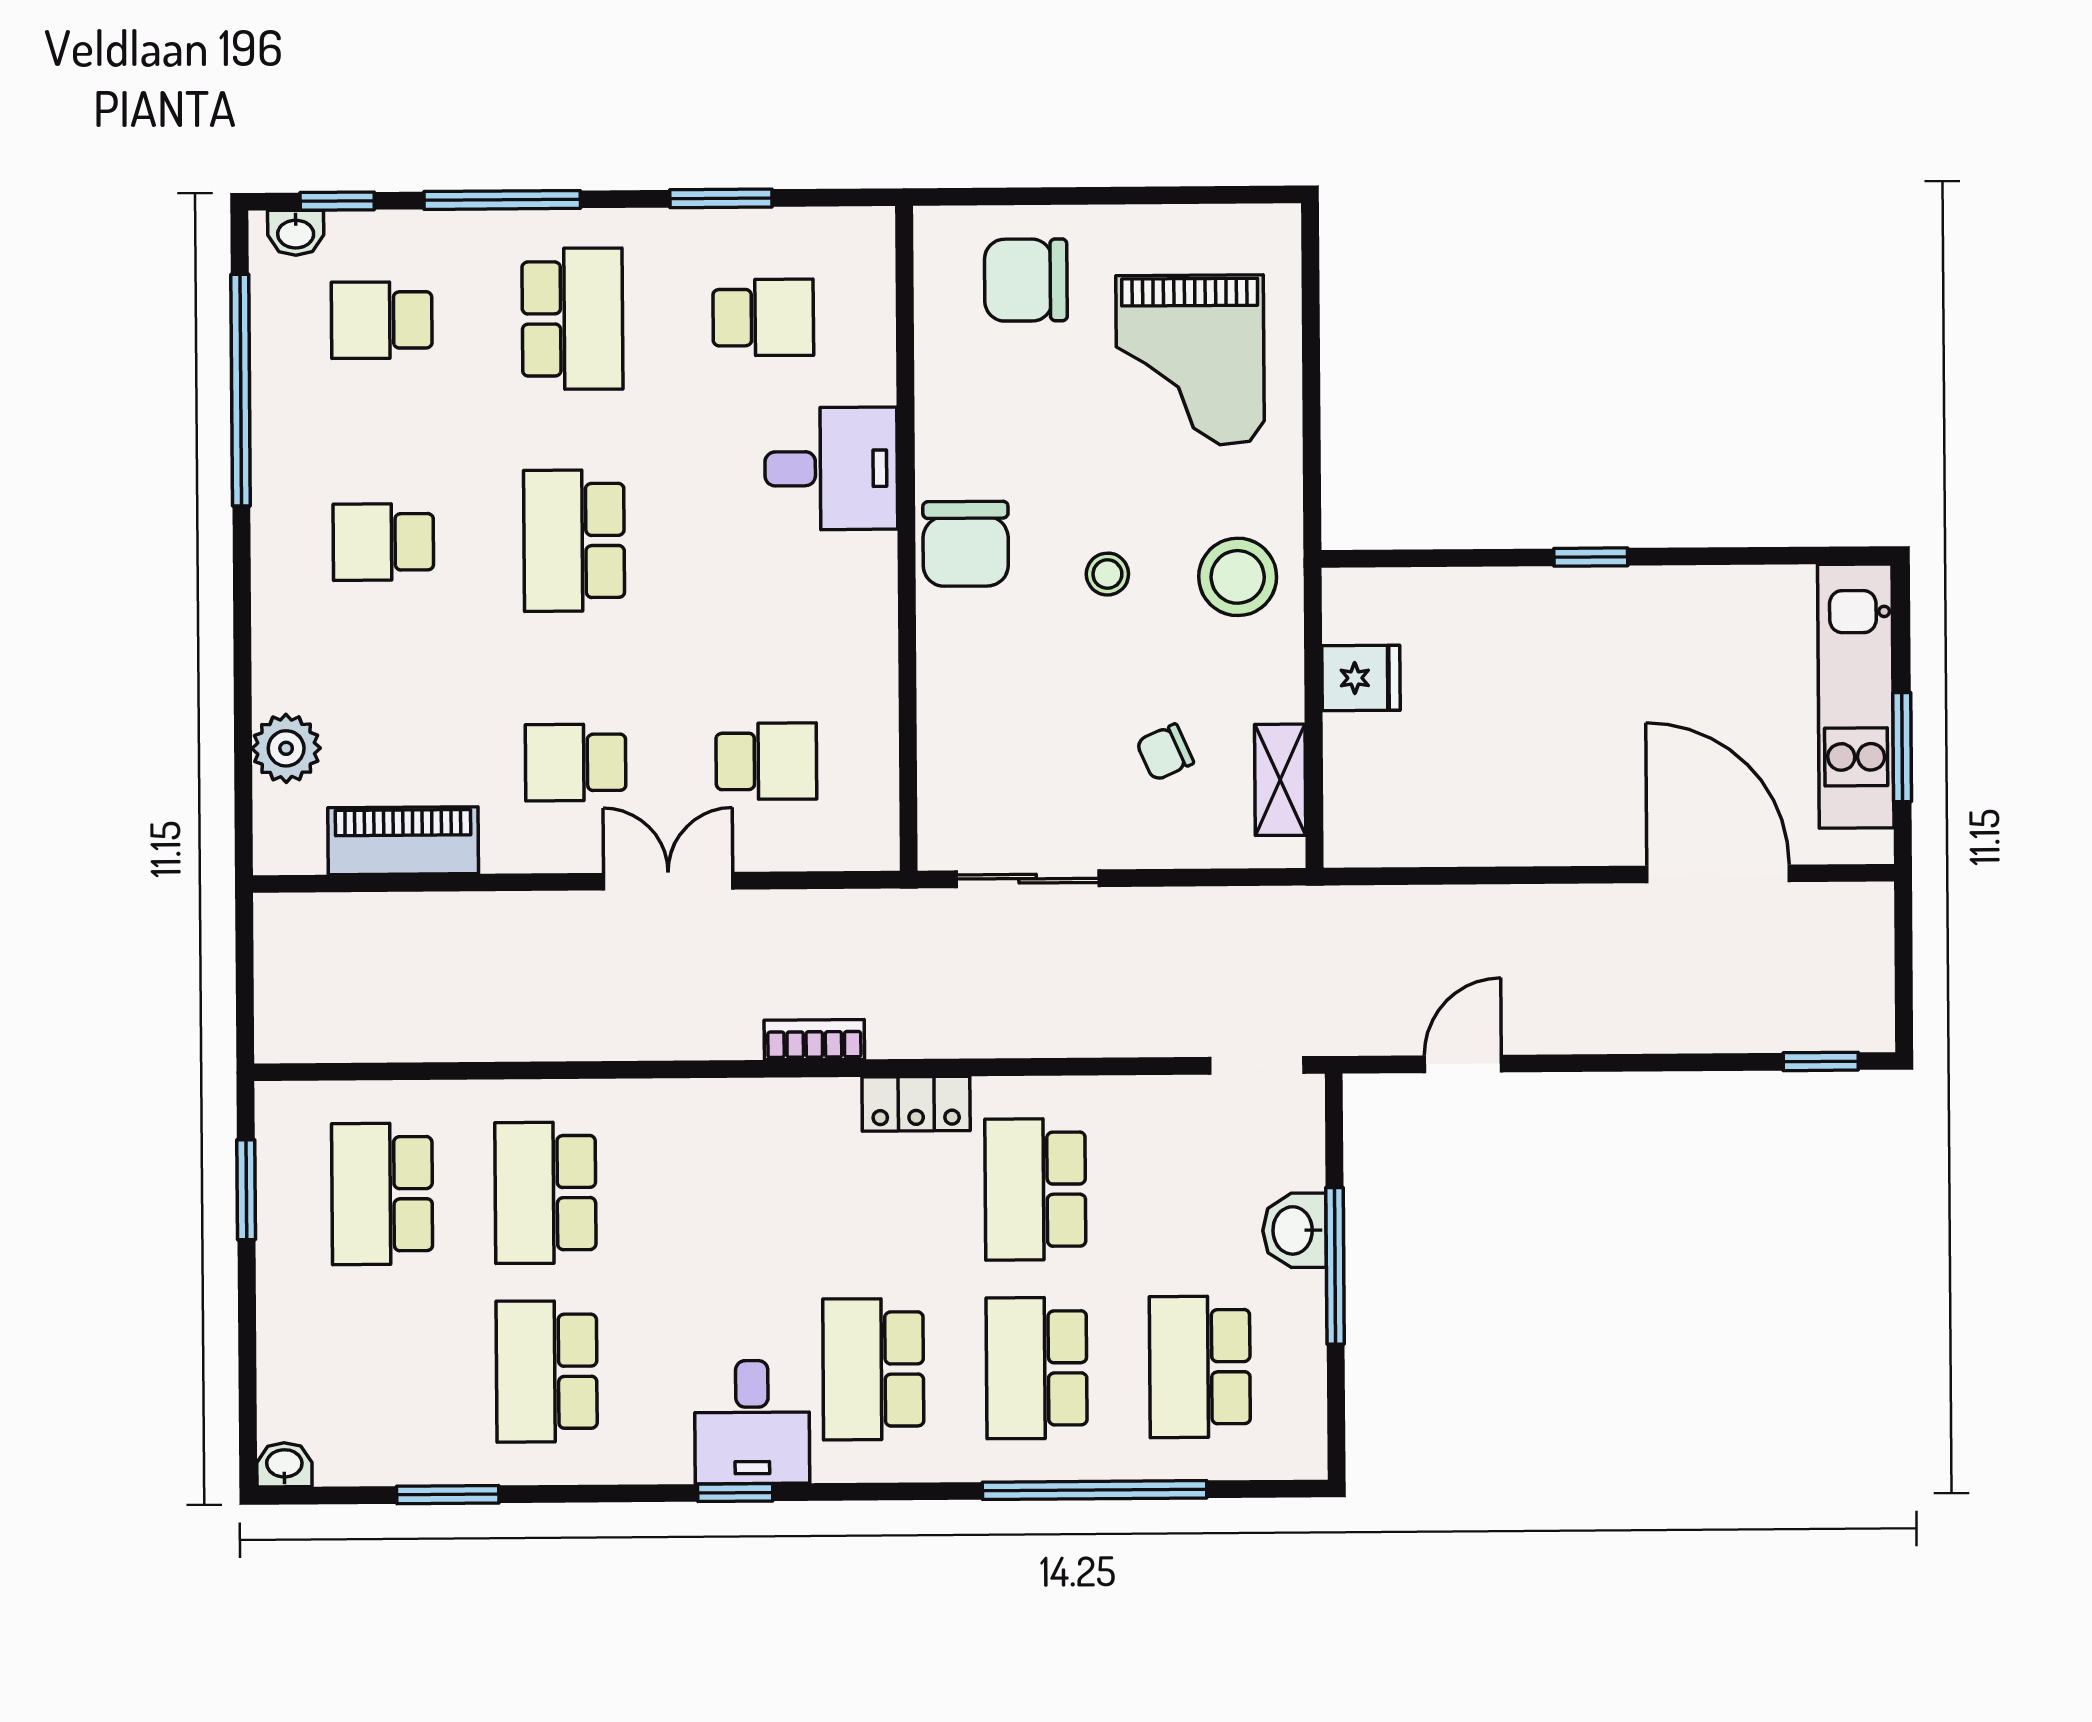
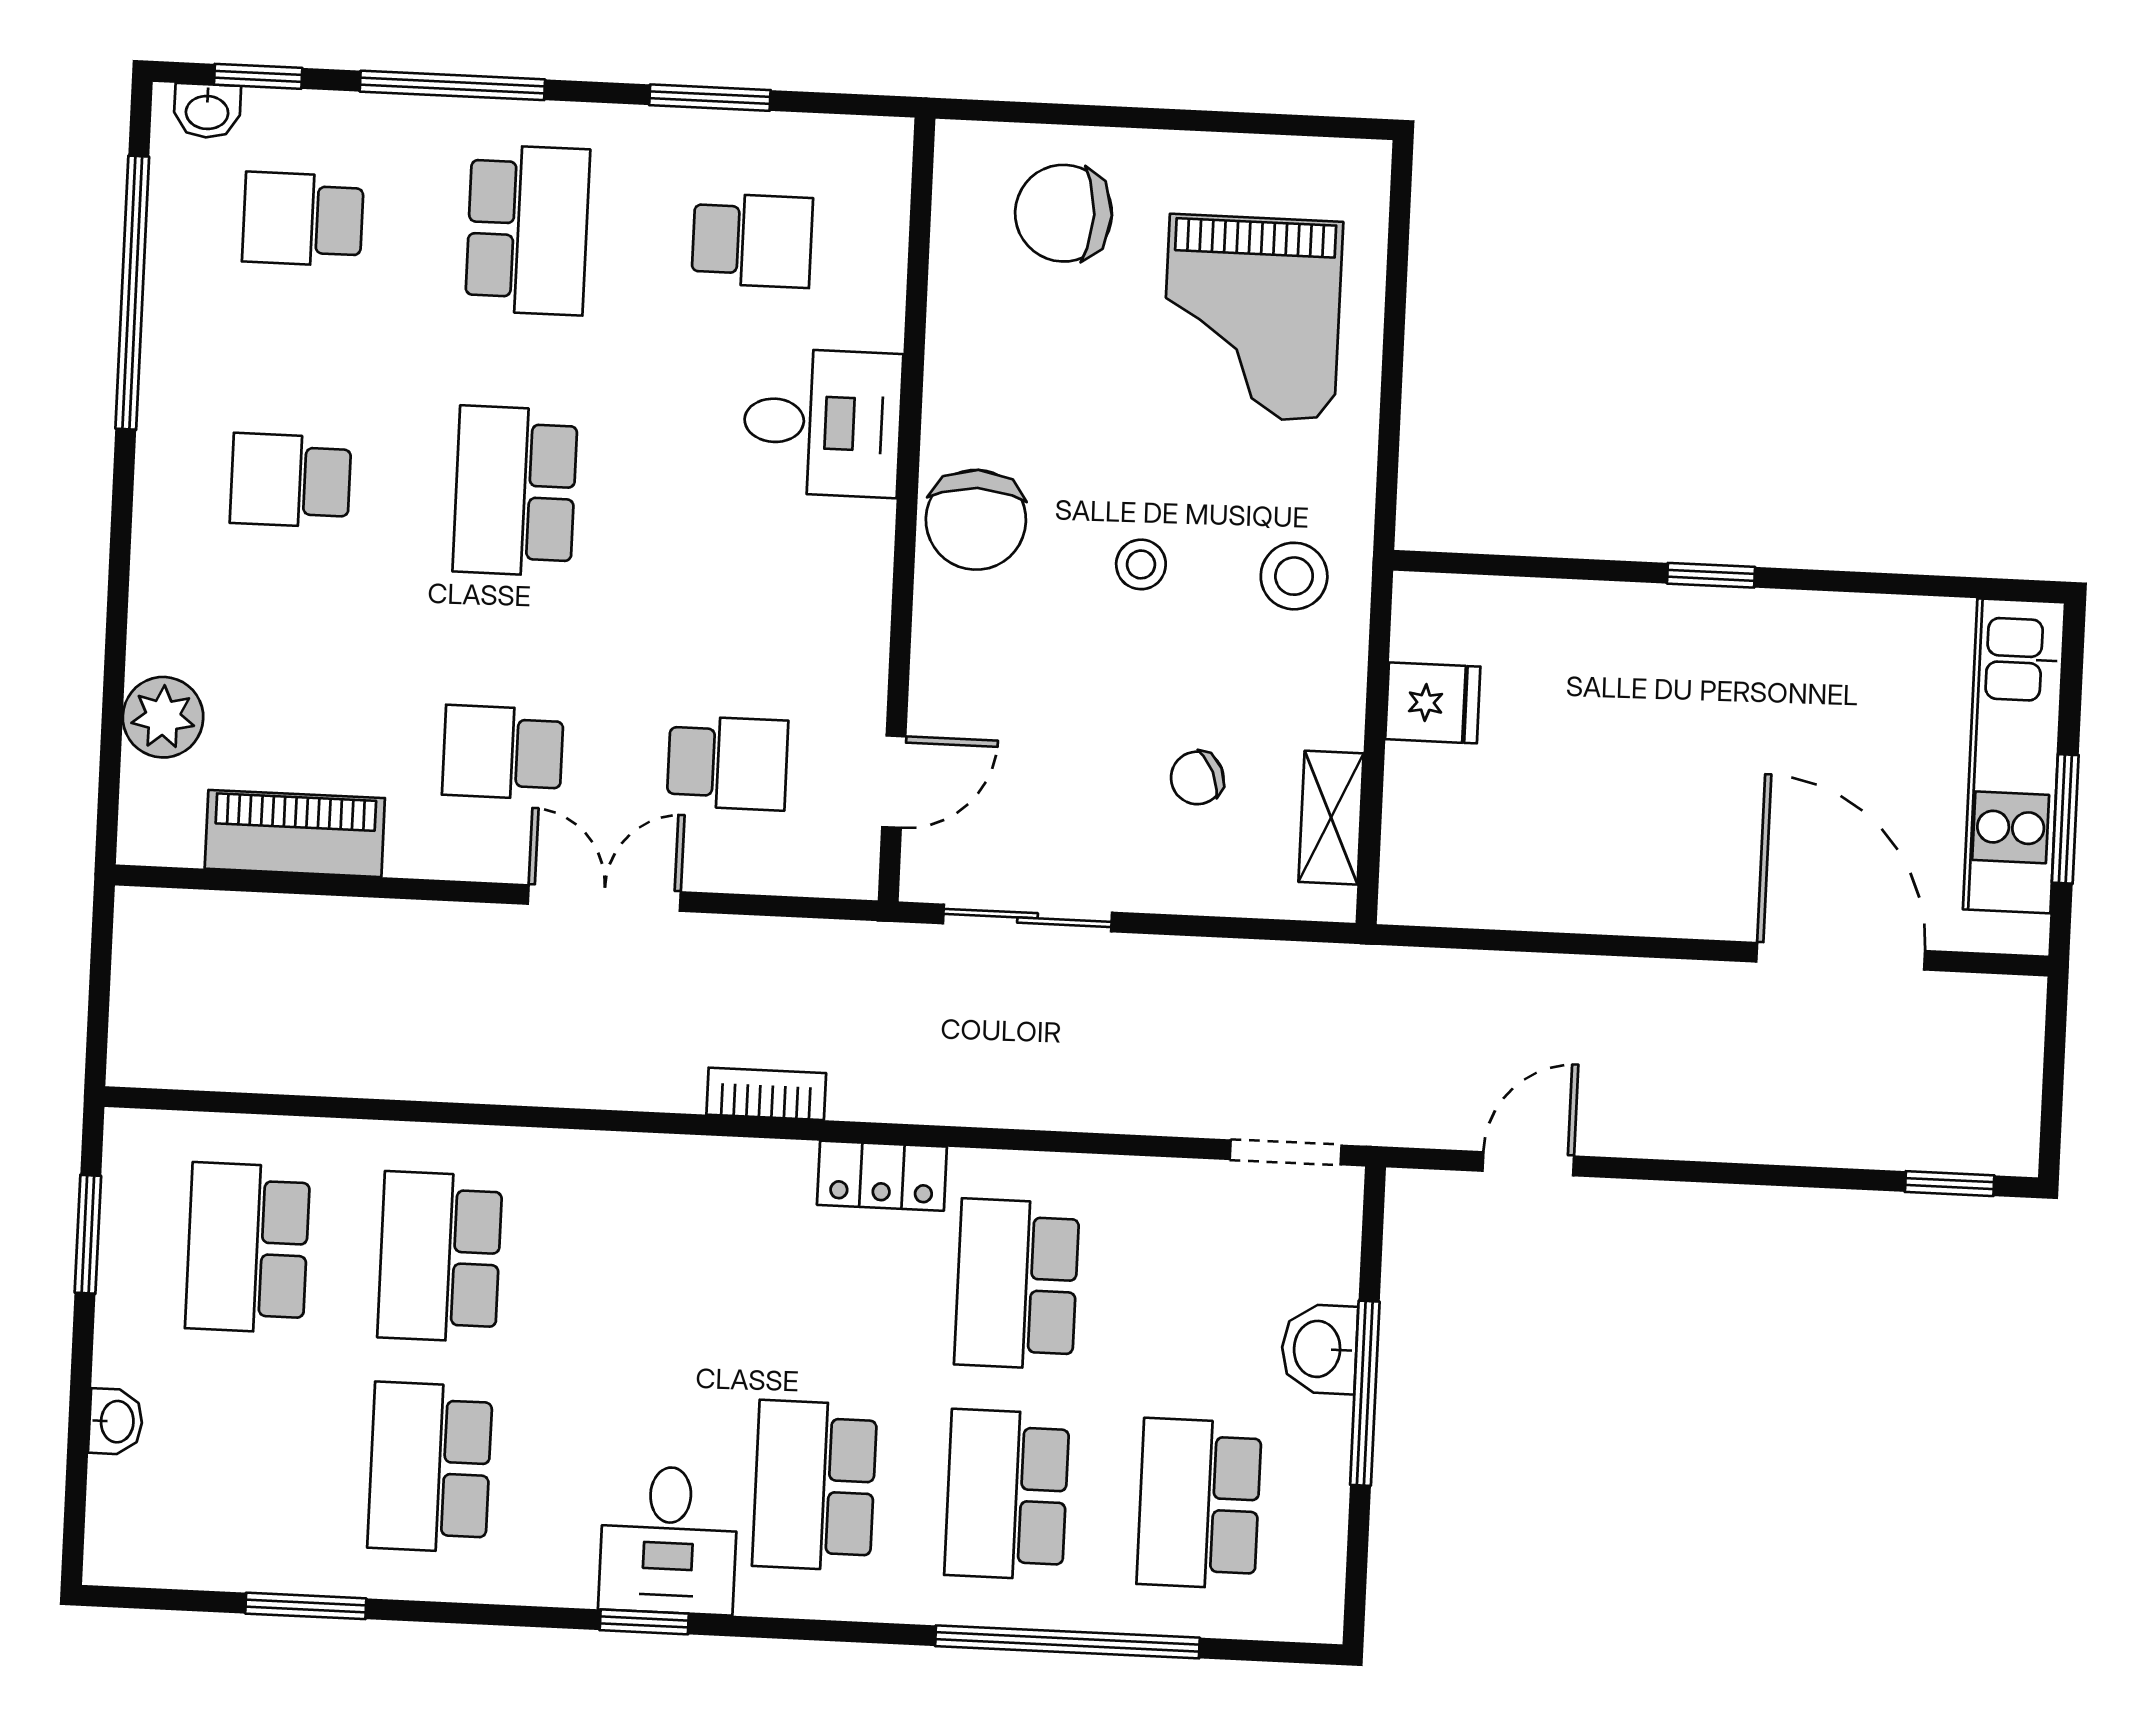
stool: (1238, 577) -> (1294, 576), width x0.73, depth x0.73
door: (908, 769) -> (894, 782), added
washbasin: (284, 1465) -> (116, 1422), moved, turned 90

